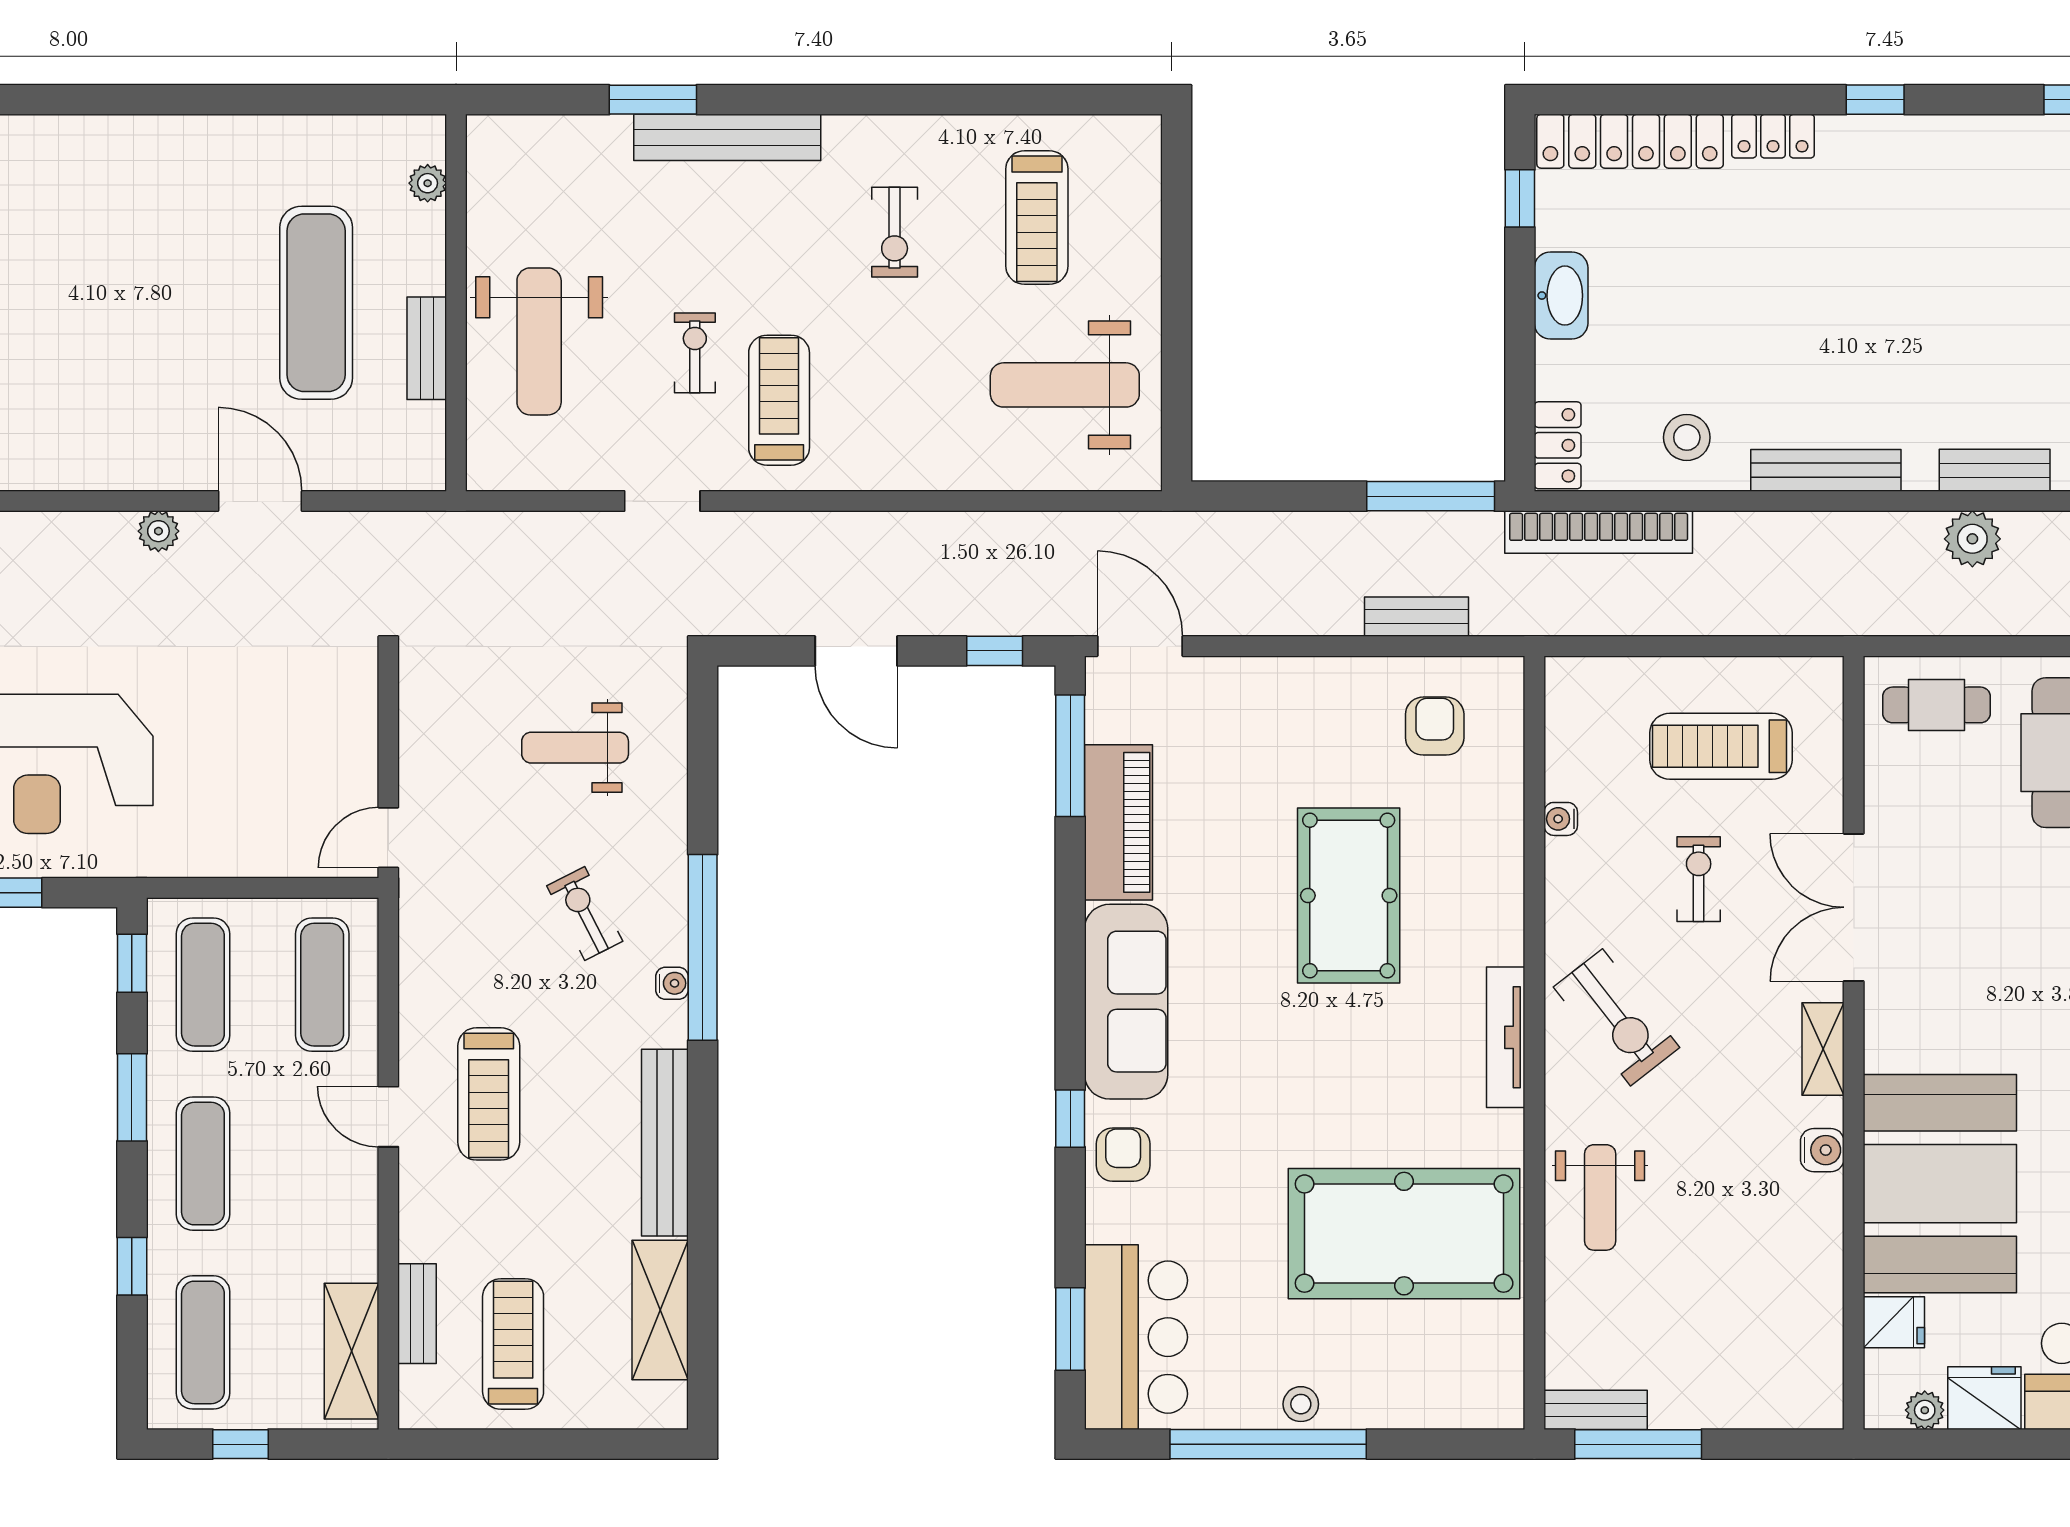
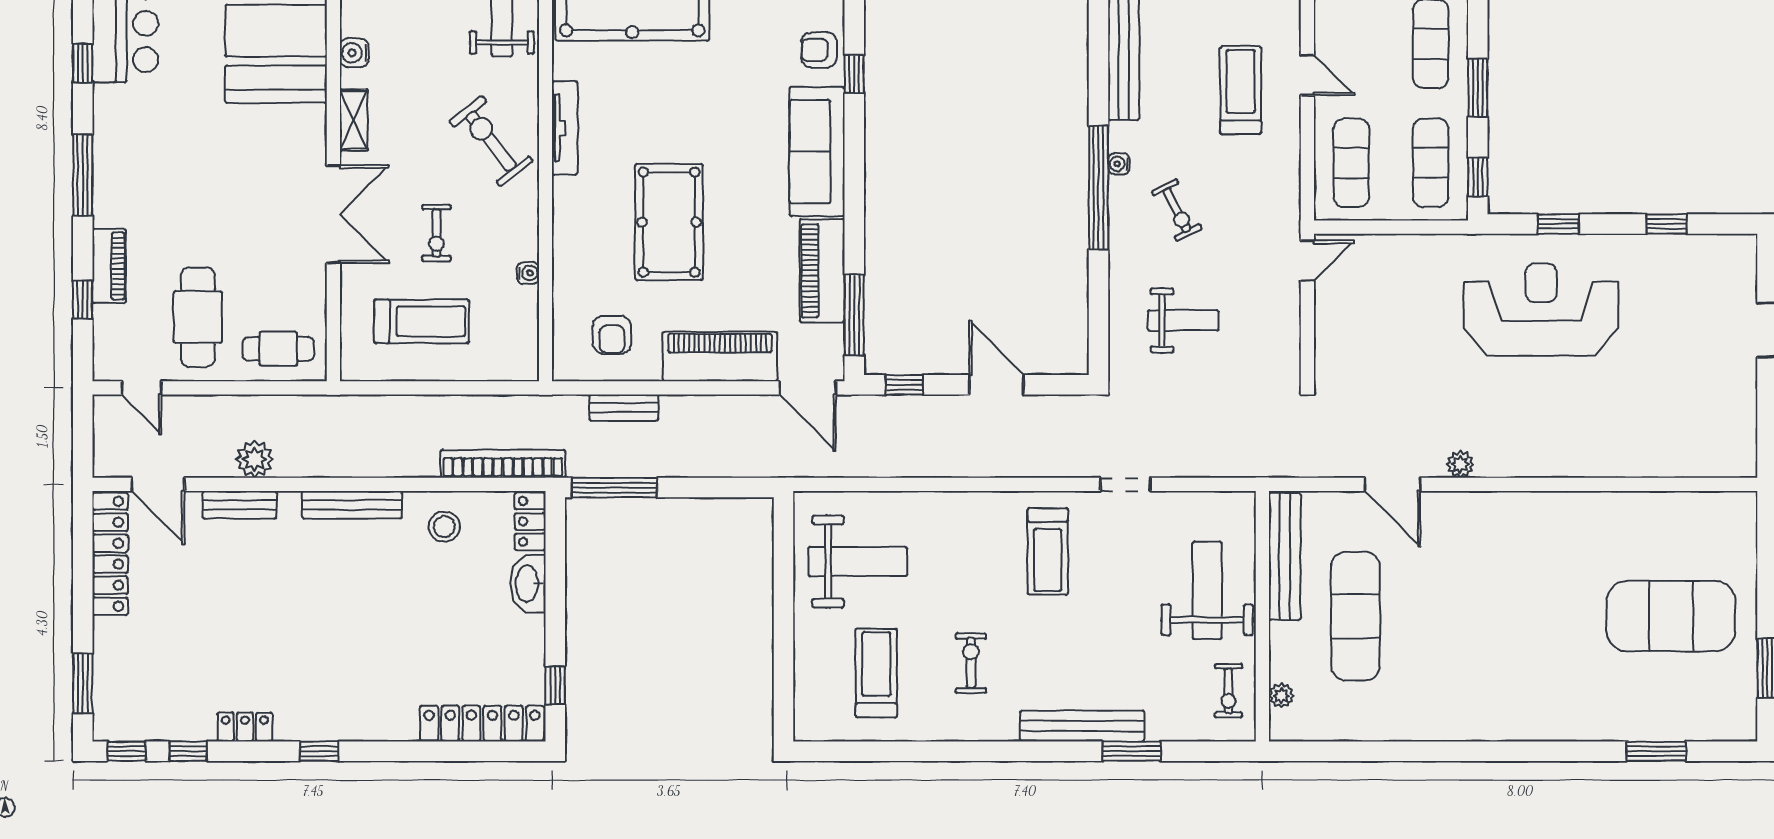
locker: (1773, 136) -> (245, 727), moved
washbasin: (1561, 296) -> (528, 584), moved
bench: (427, 348) -> (1285, 556), width x1.86, depth x1.21
exercise bike: (695, 353) -> (1229, 691), moved
piano: (1272, 693) -> (720, 357), added
armchair: (1123, 1155) -> (819, 50), turned 90

